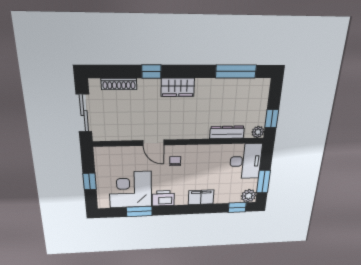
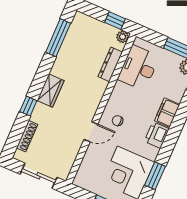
desk: (246, 161) -> (139, 68), moved, turned -90
printer: (163, 198) -> (157, 135), moved

